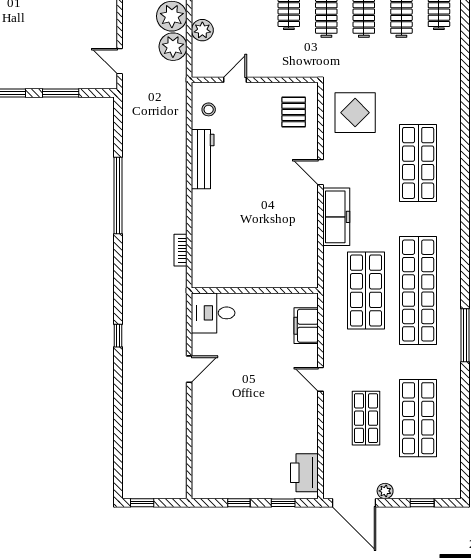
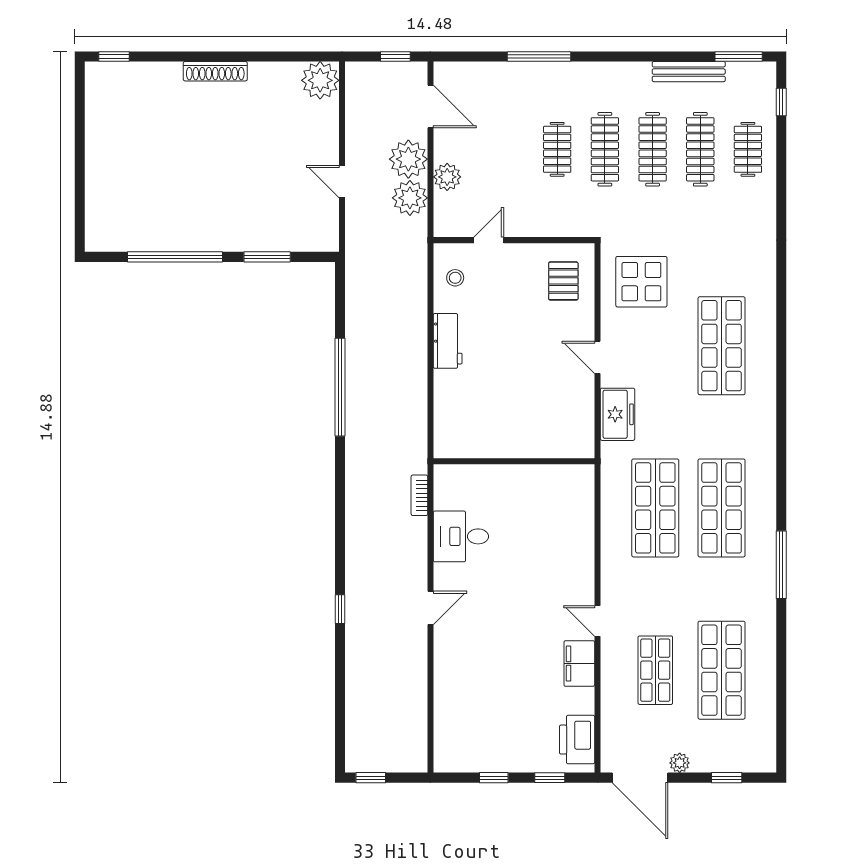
door: (120, 61) -> (342, 182), moved
workbench: (203, 159) -> (448, 341), width x0.73
freezer: (336, 217) -> (618, 414), width x0.71
bookcase: (180, 250) -> (419, 495), moved
wall: (255, 291) -> (514, 461), moved
shop shelf: (418, 291) -> (722, 508), width x0.71
filing cabinet: (306, 326) -> (579, 664), moved
window: (118, 336) -> (340, 609), moved

